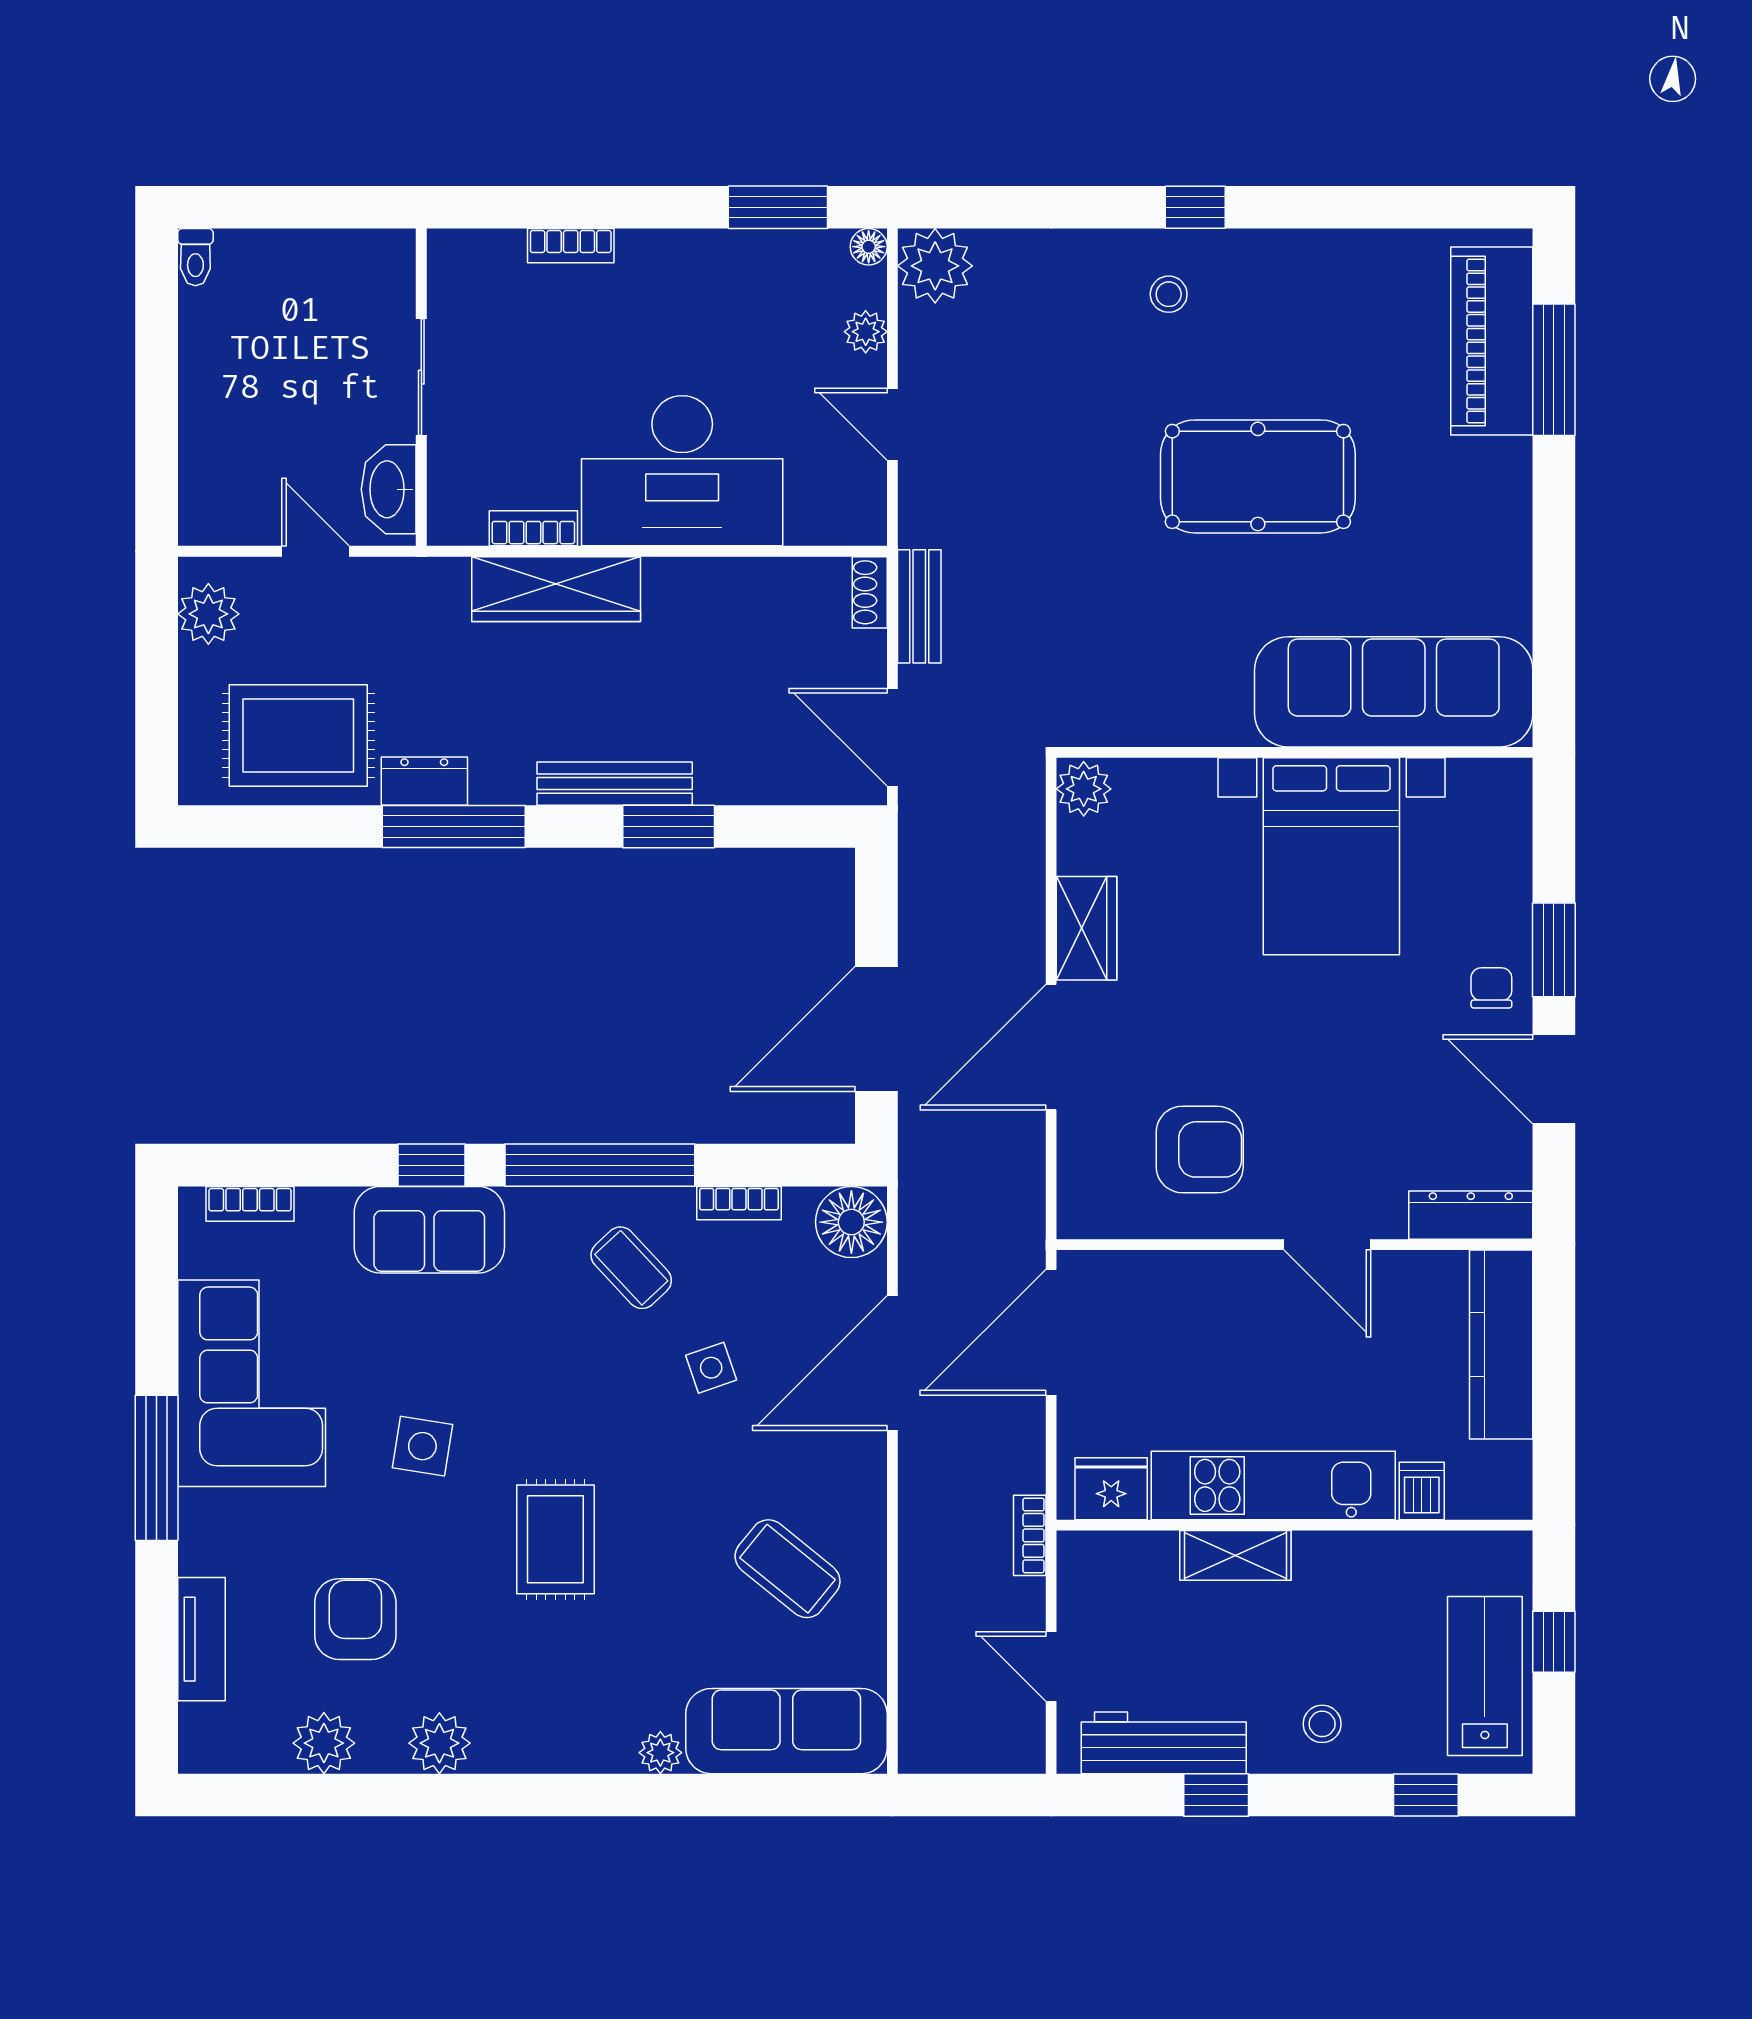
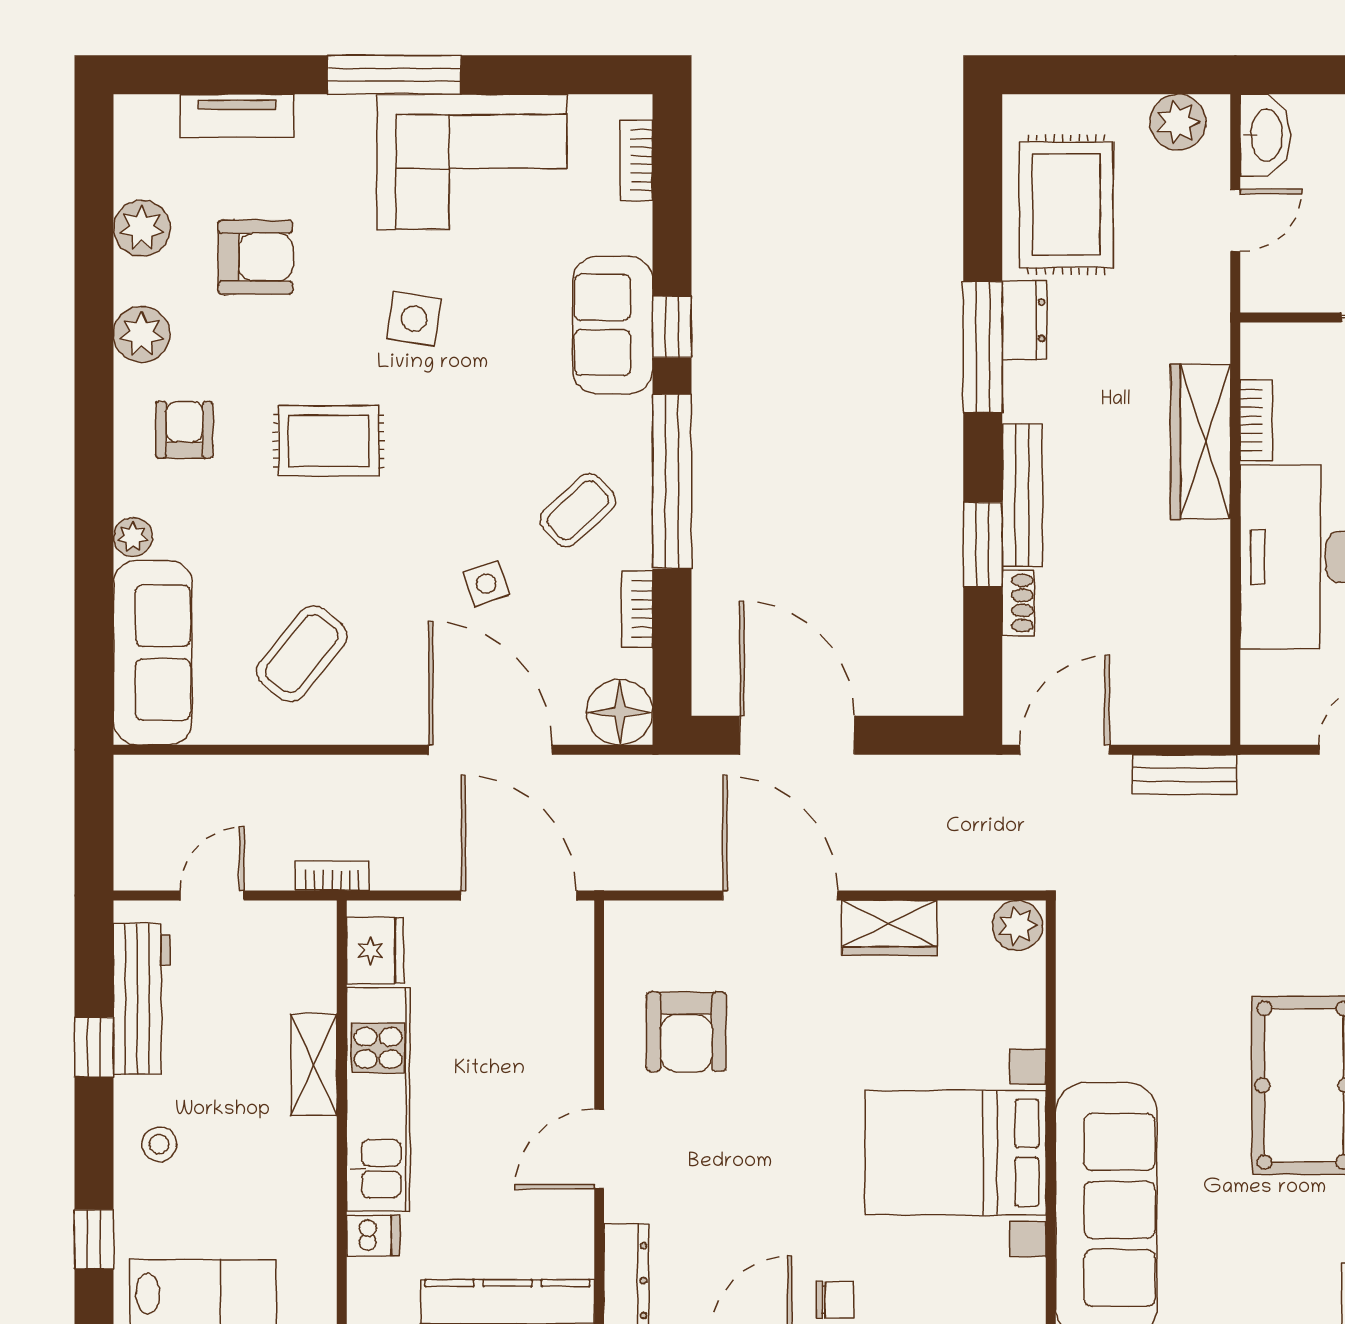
washbasin: (389, 489) -> (1265, 135), moved, turned 90
shoe rack: (870, 592) -> (1018, 603), moved, turned 90
armchair: (544, 1696) -> (184, 430), added

